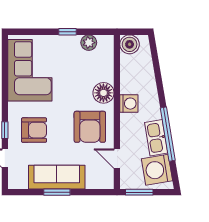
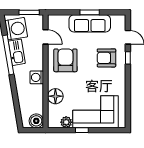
corner sofa: (30, 70) -> (96, 112), moved, turned 90
floor lamp: (103, 93) -> (55, 96), moved

